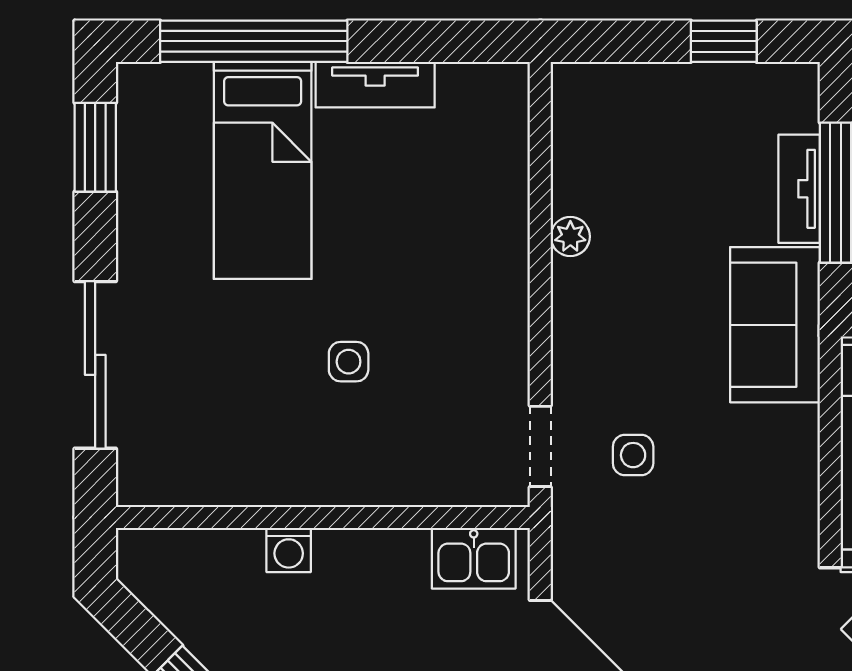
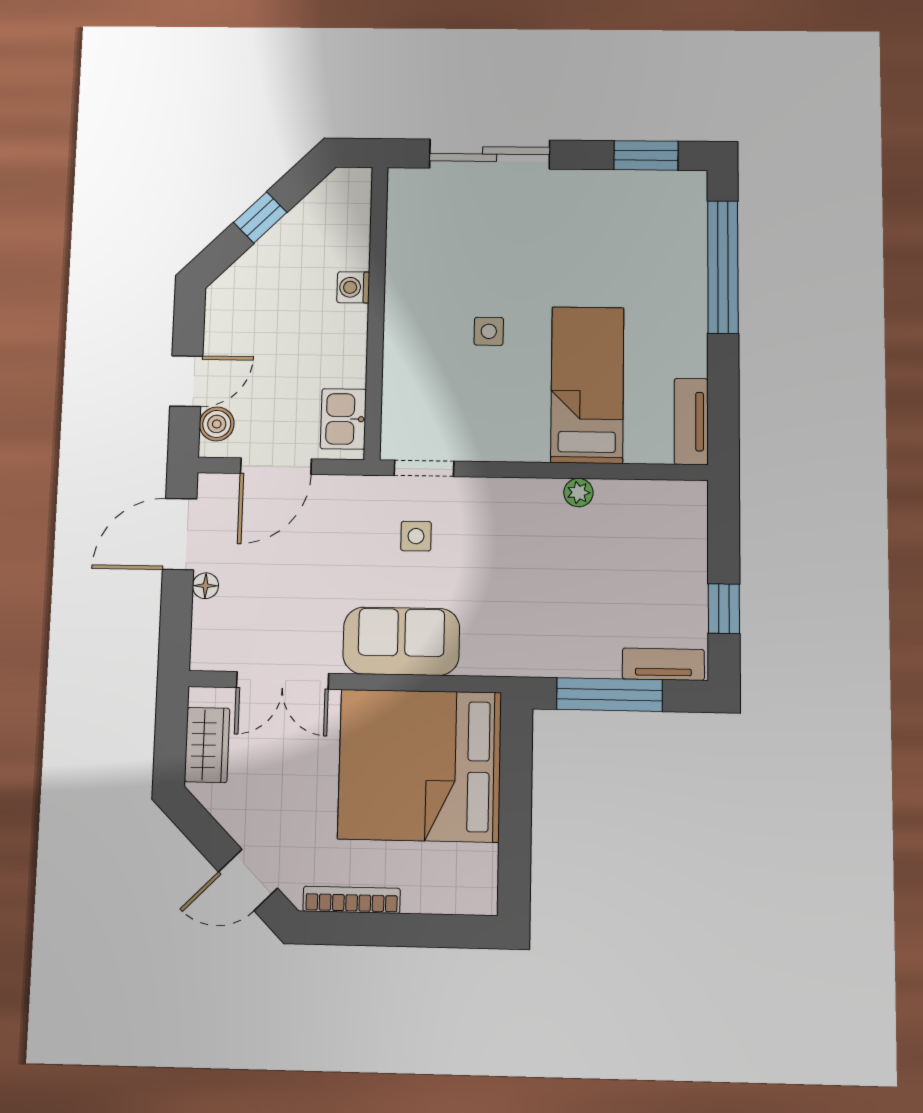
tv unit: (375, 85) -> (691, 422), moved
bed: (263, 170) -> (587, 385), moved, turned 90
tv unit: (799, 189) -> (663, 664), moved
sofa: (775, 325) -> (401, 641), moved

